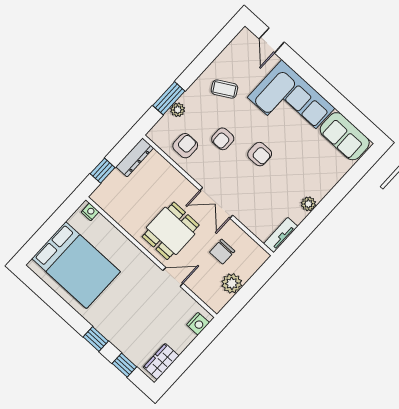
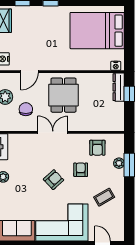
armchair: (260, 154) -> (54, 180), turned 137
dresser: (135, 157) -> (119, 87), moved
door: (173, 277) -> (29, 72), moved

